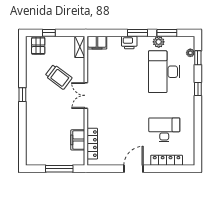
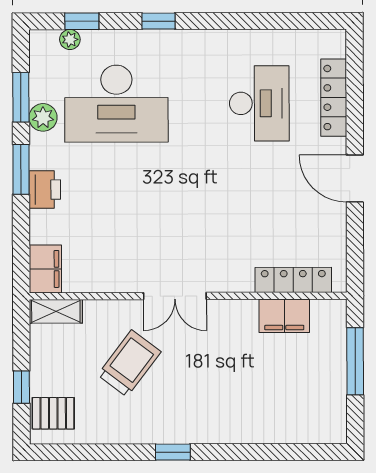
desk: (164, 130) -> (259, 103), turned 180

